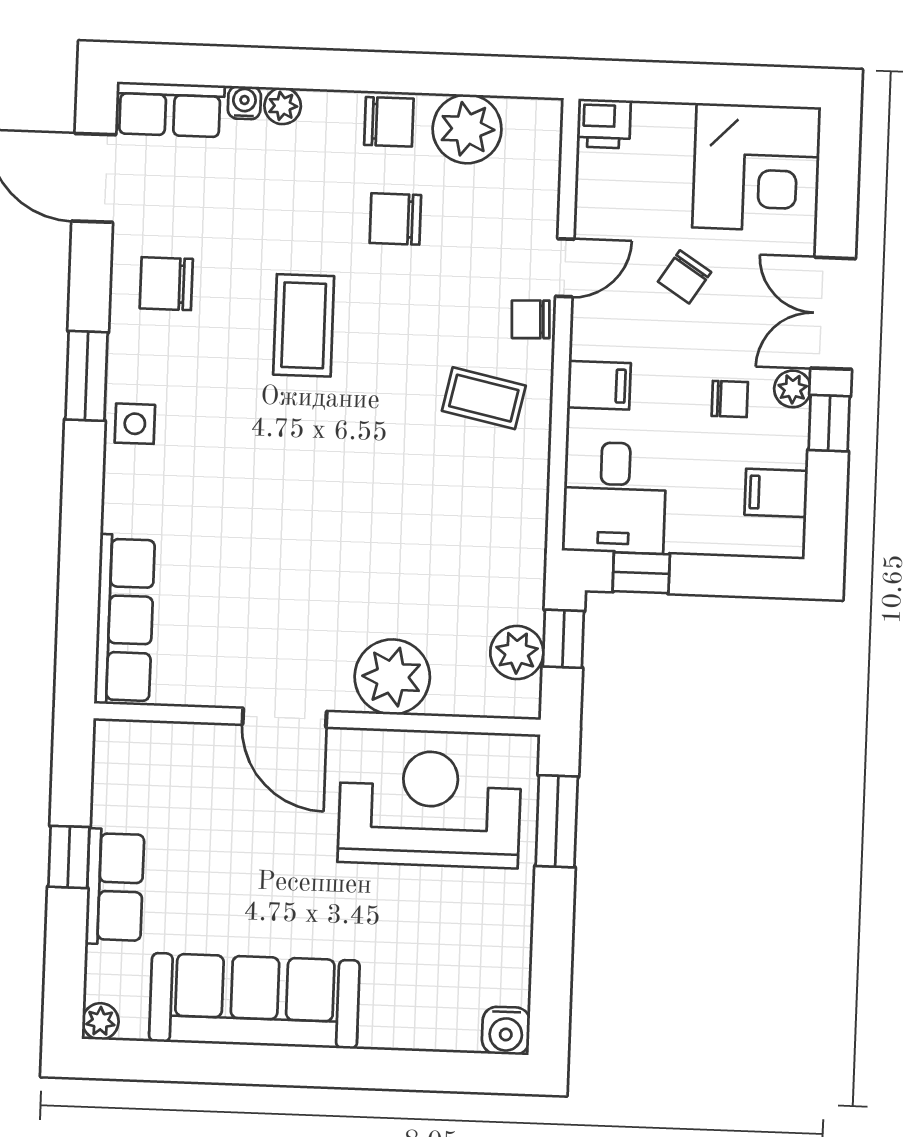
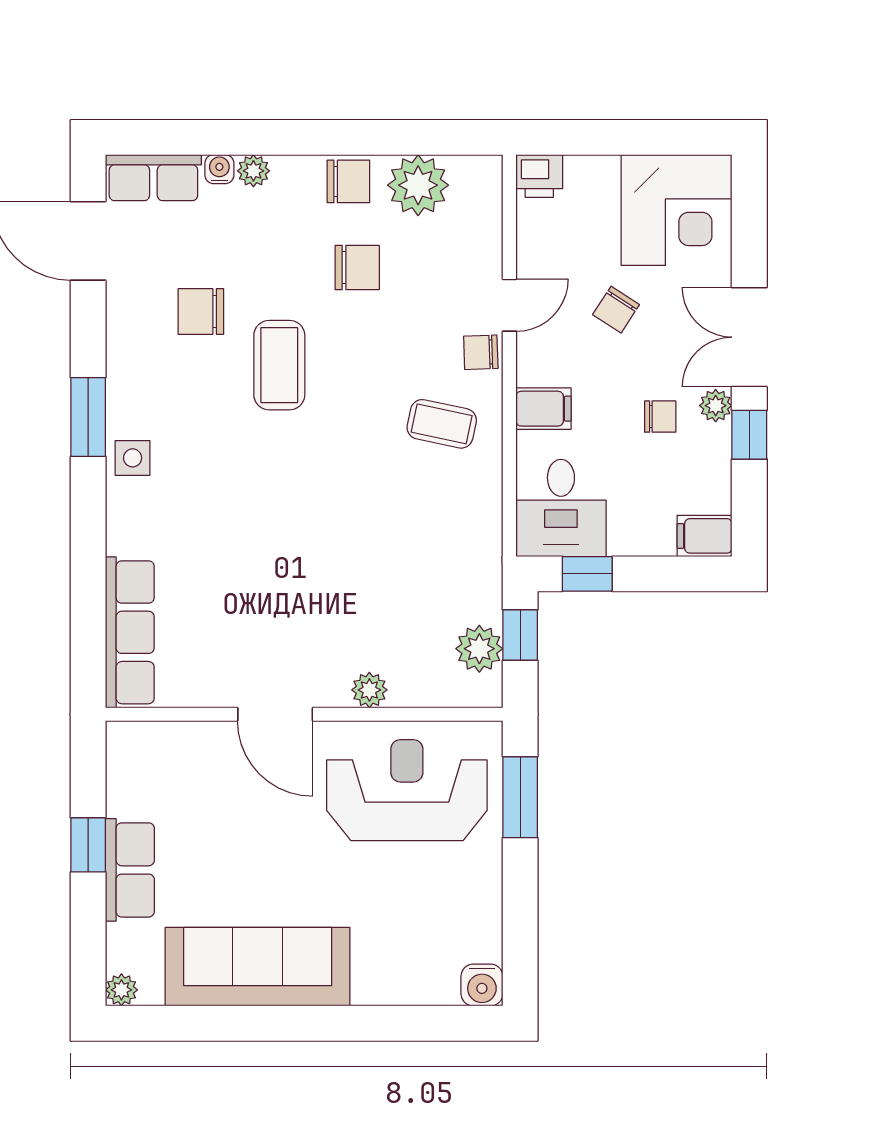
chair: (395, 219) -> (357, 268), turned 180
chair: (166, 284) -> (201, 312), moved
filing cabinet: (776, 493) -> (704, 536), moved
plant: (392, 677) -> (369, 690), width x0.53, depth x0.53

